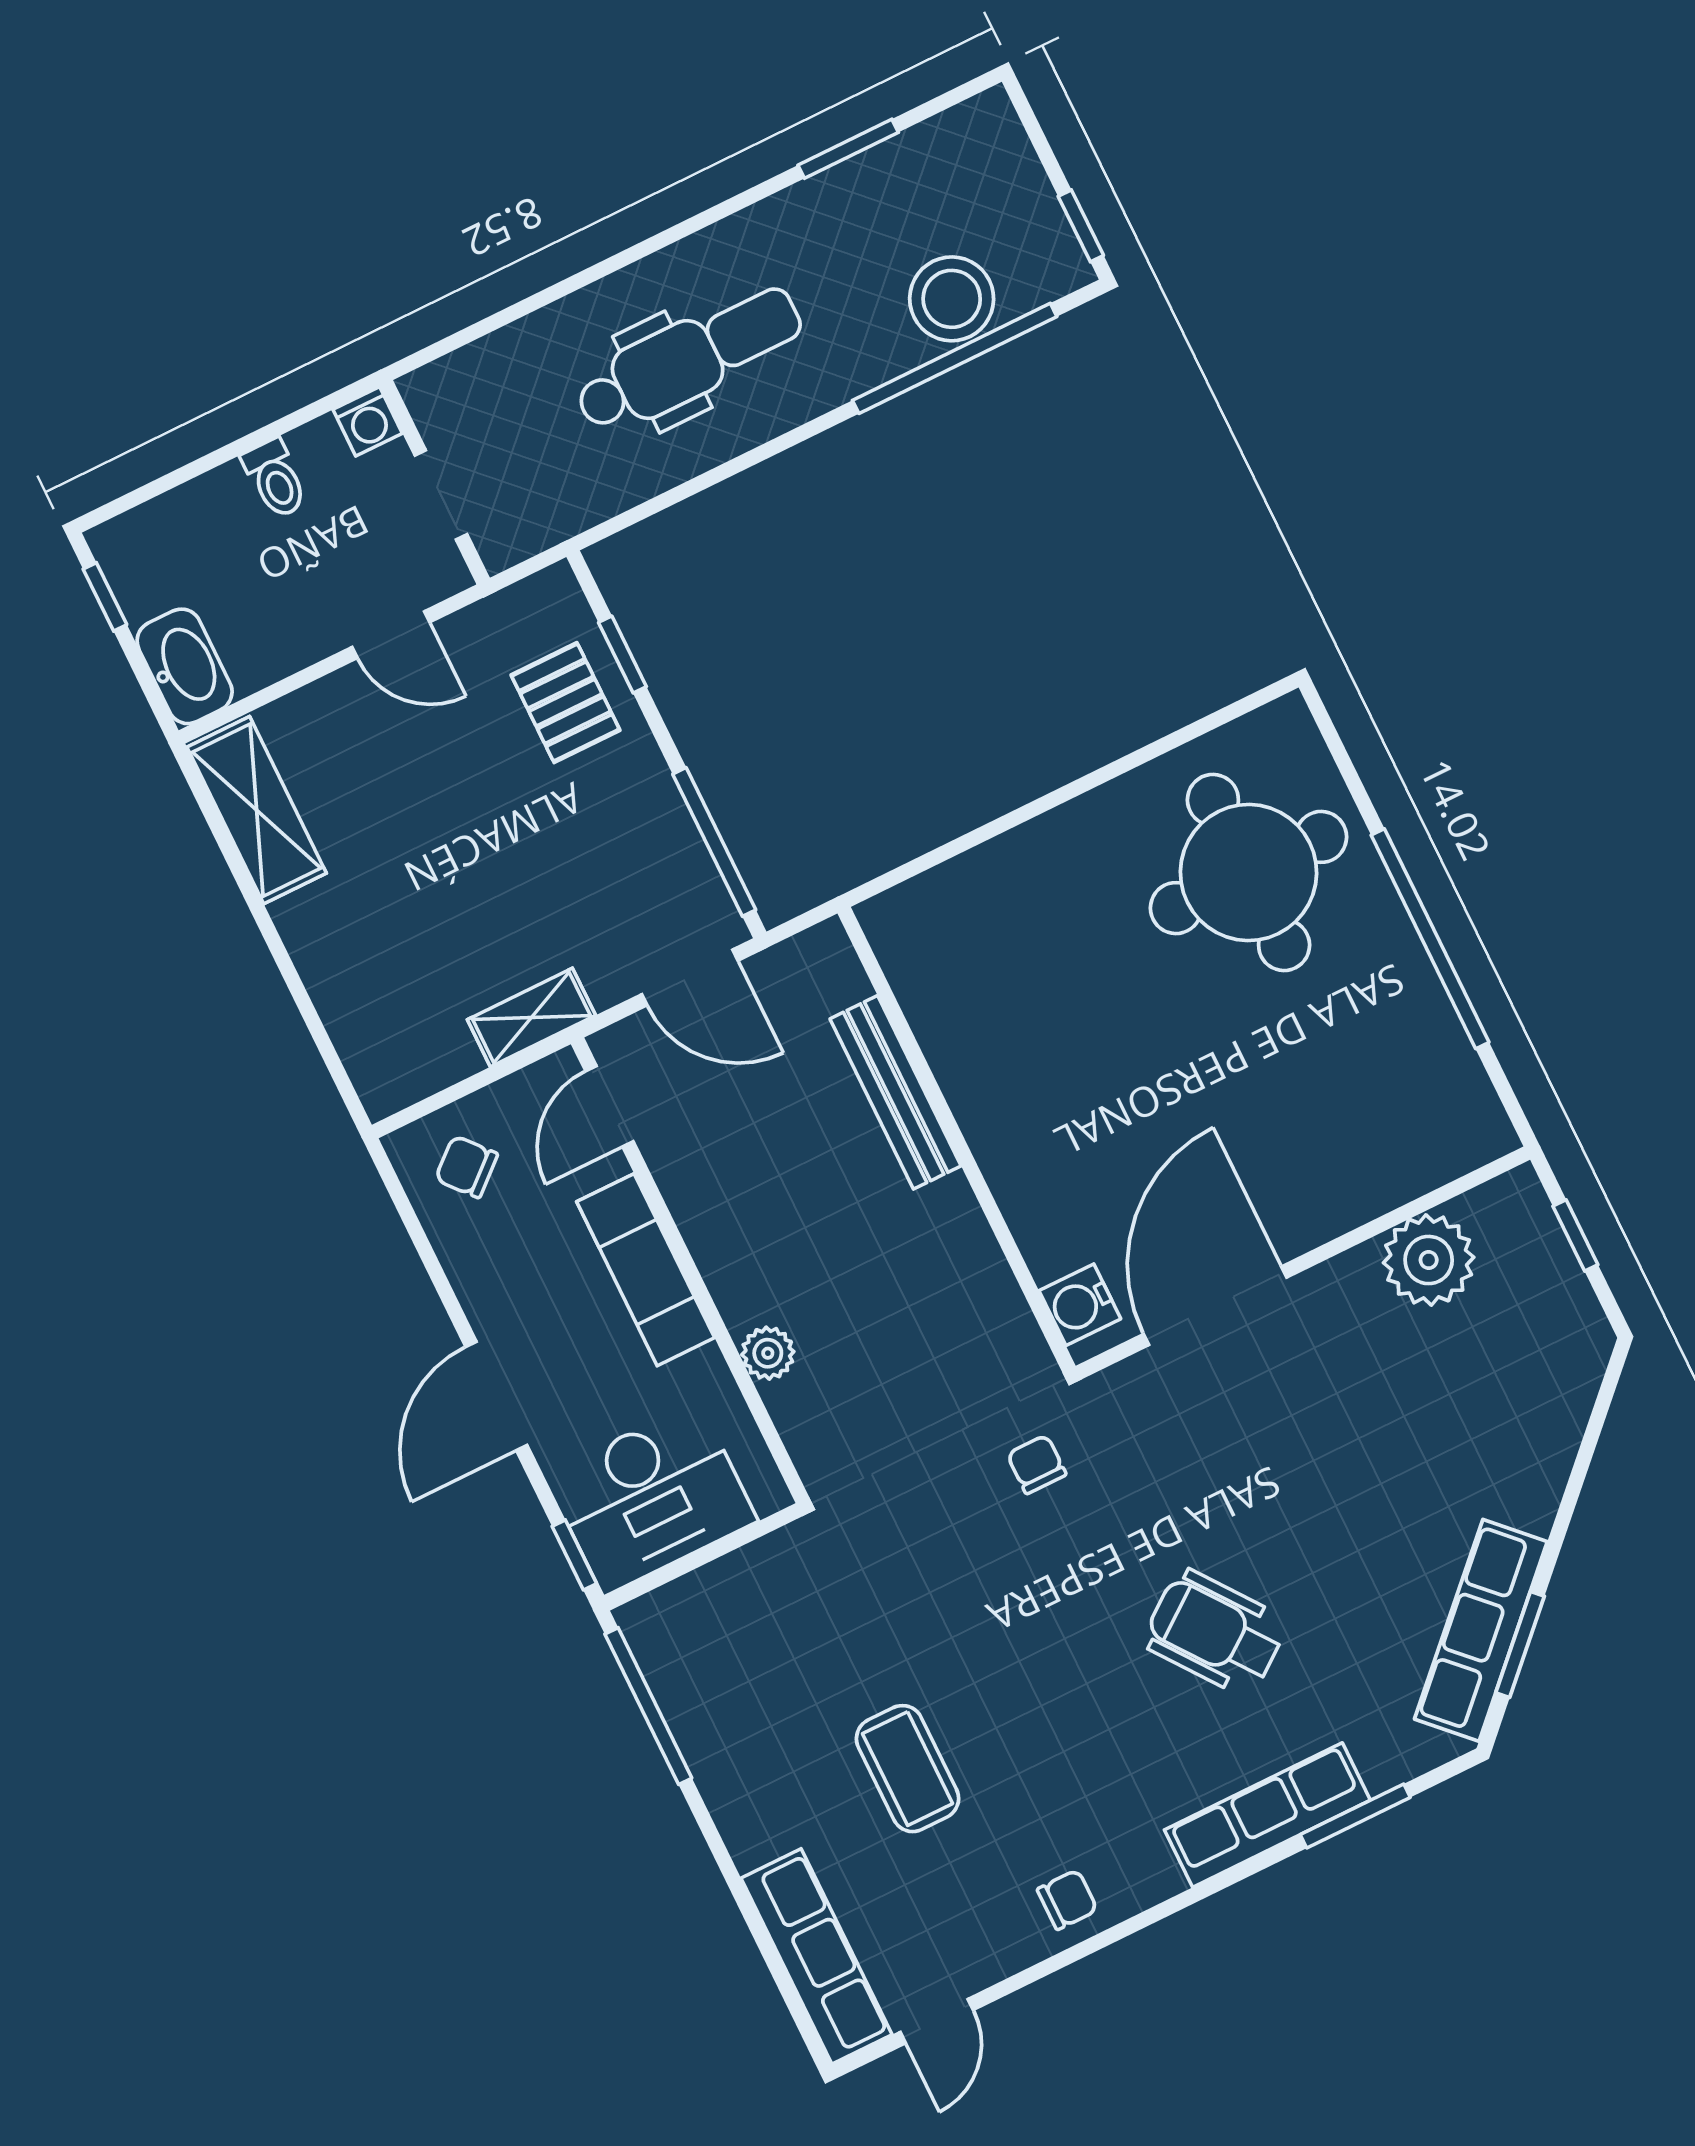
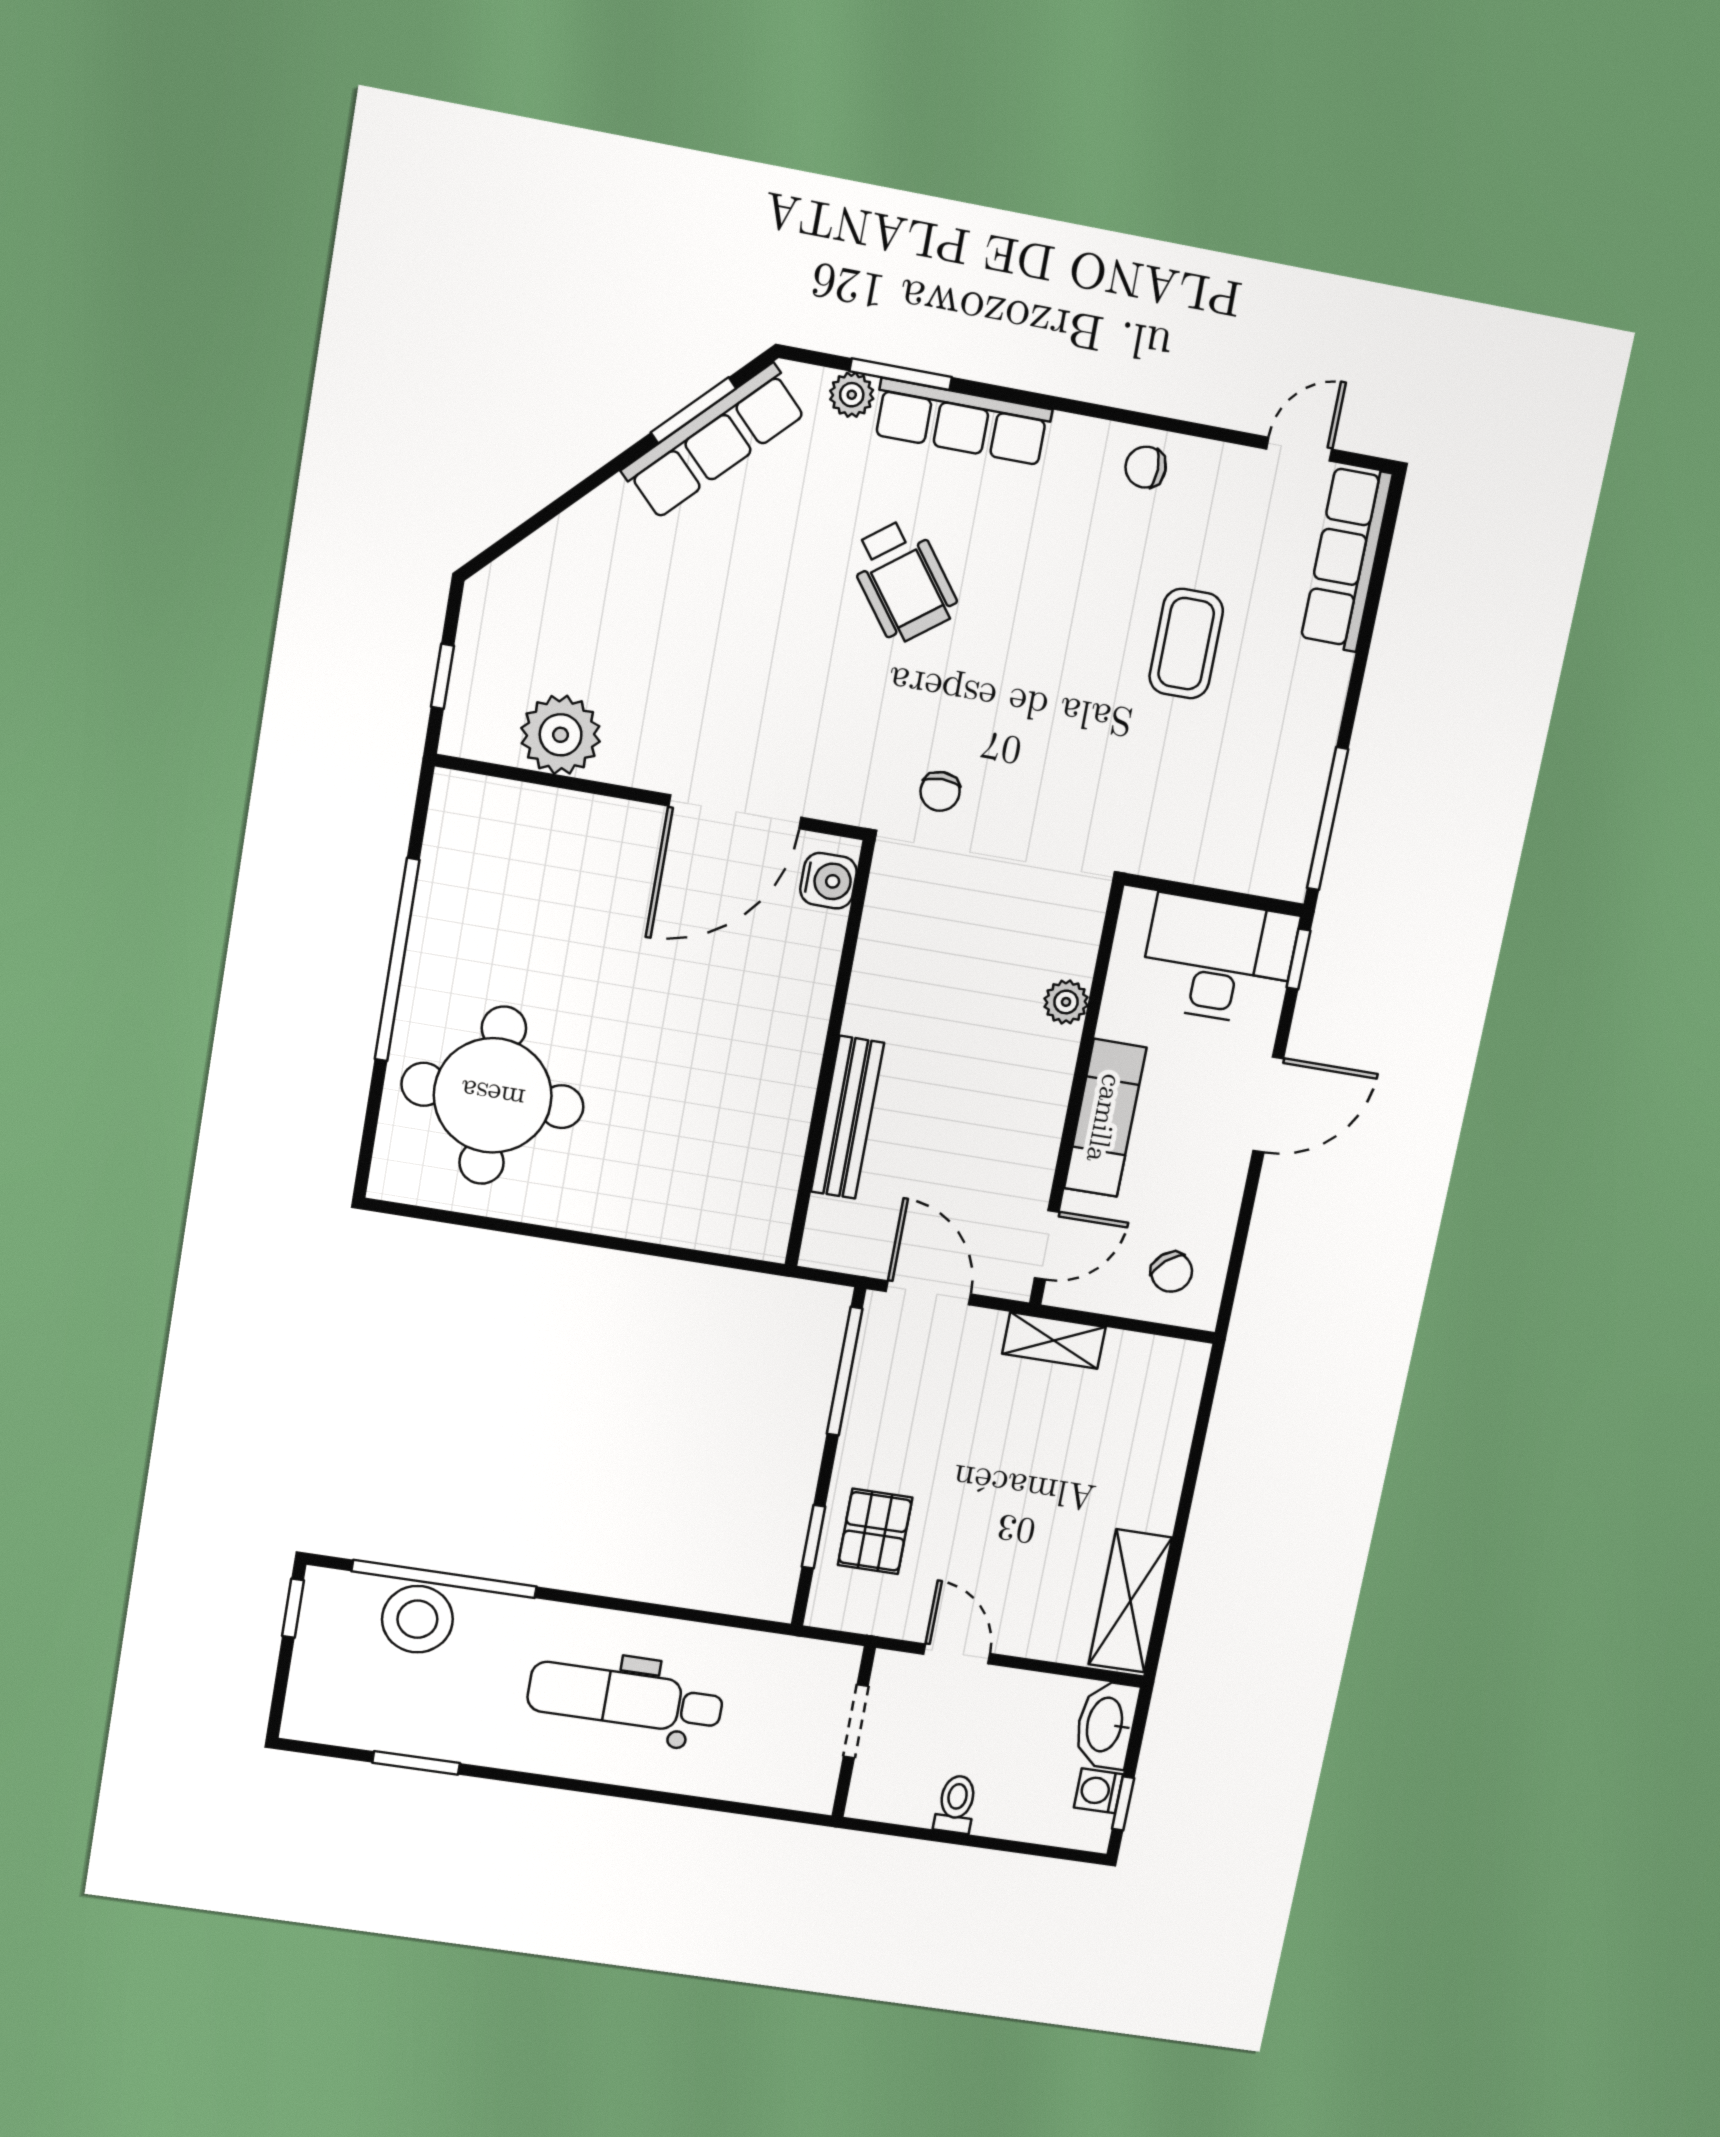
washing machine: (368, 421) -> (1098, 1791), moved, turned -90
plant: (1386, 1765) -> (852, 395), added

